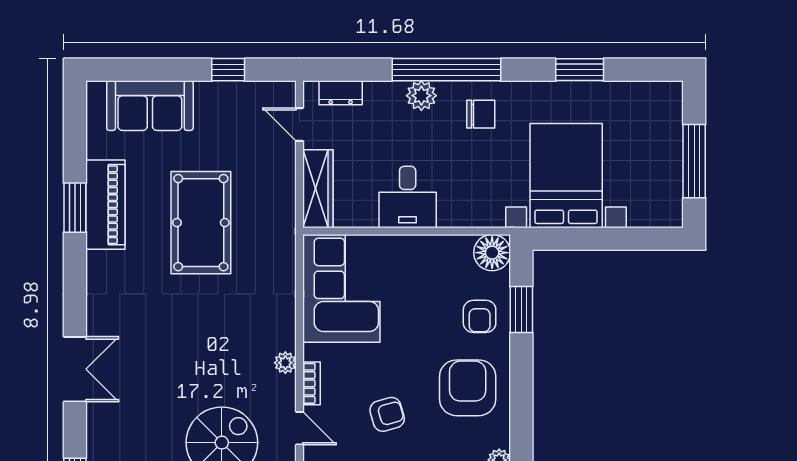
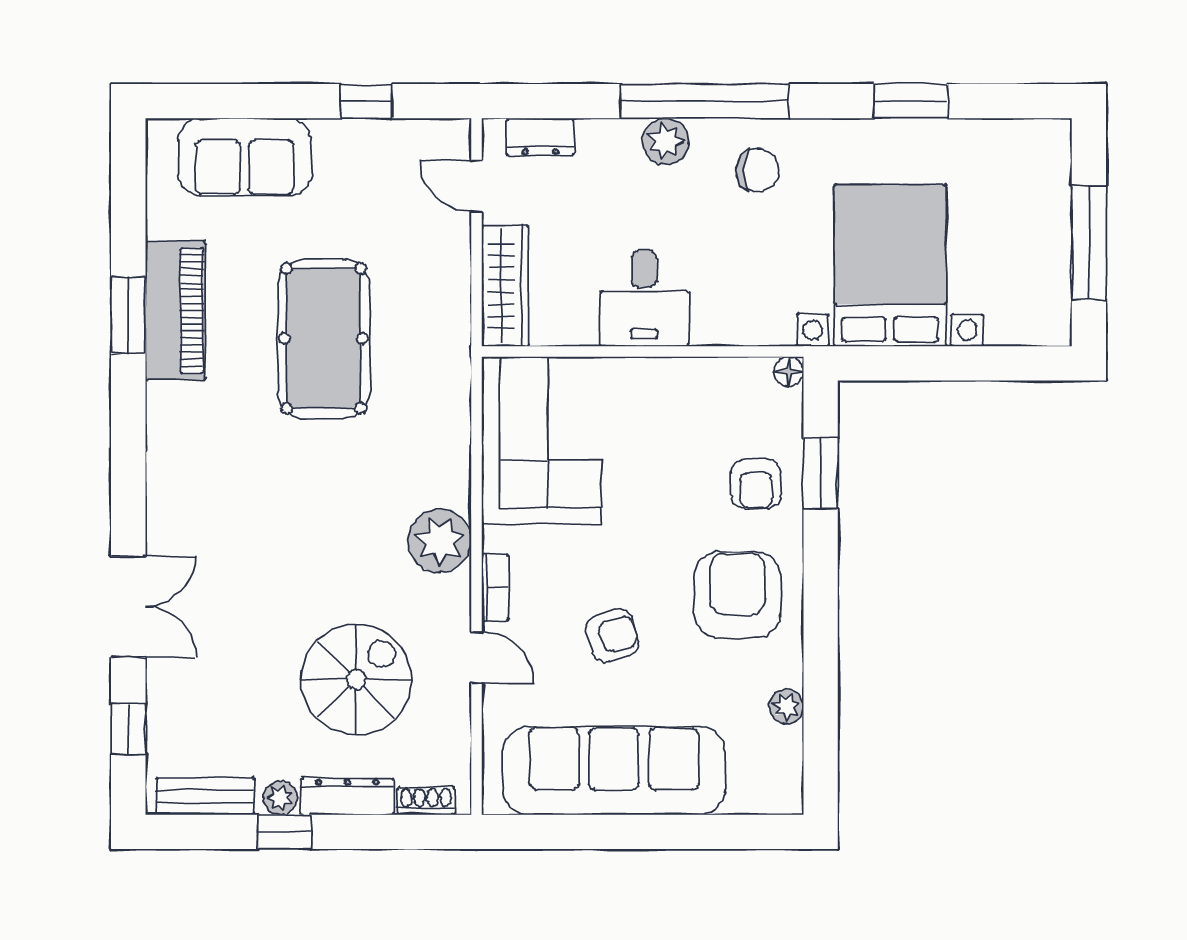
floor lamp: (492, 253) -> (789, 372), width x0.53, depth x0.53
plant: (285, 363) -> (440, 541), width x1.87, depth x1.87
double door: (75, 369) -> (128, 607), moved

